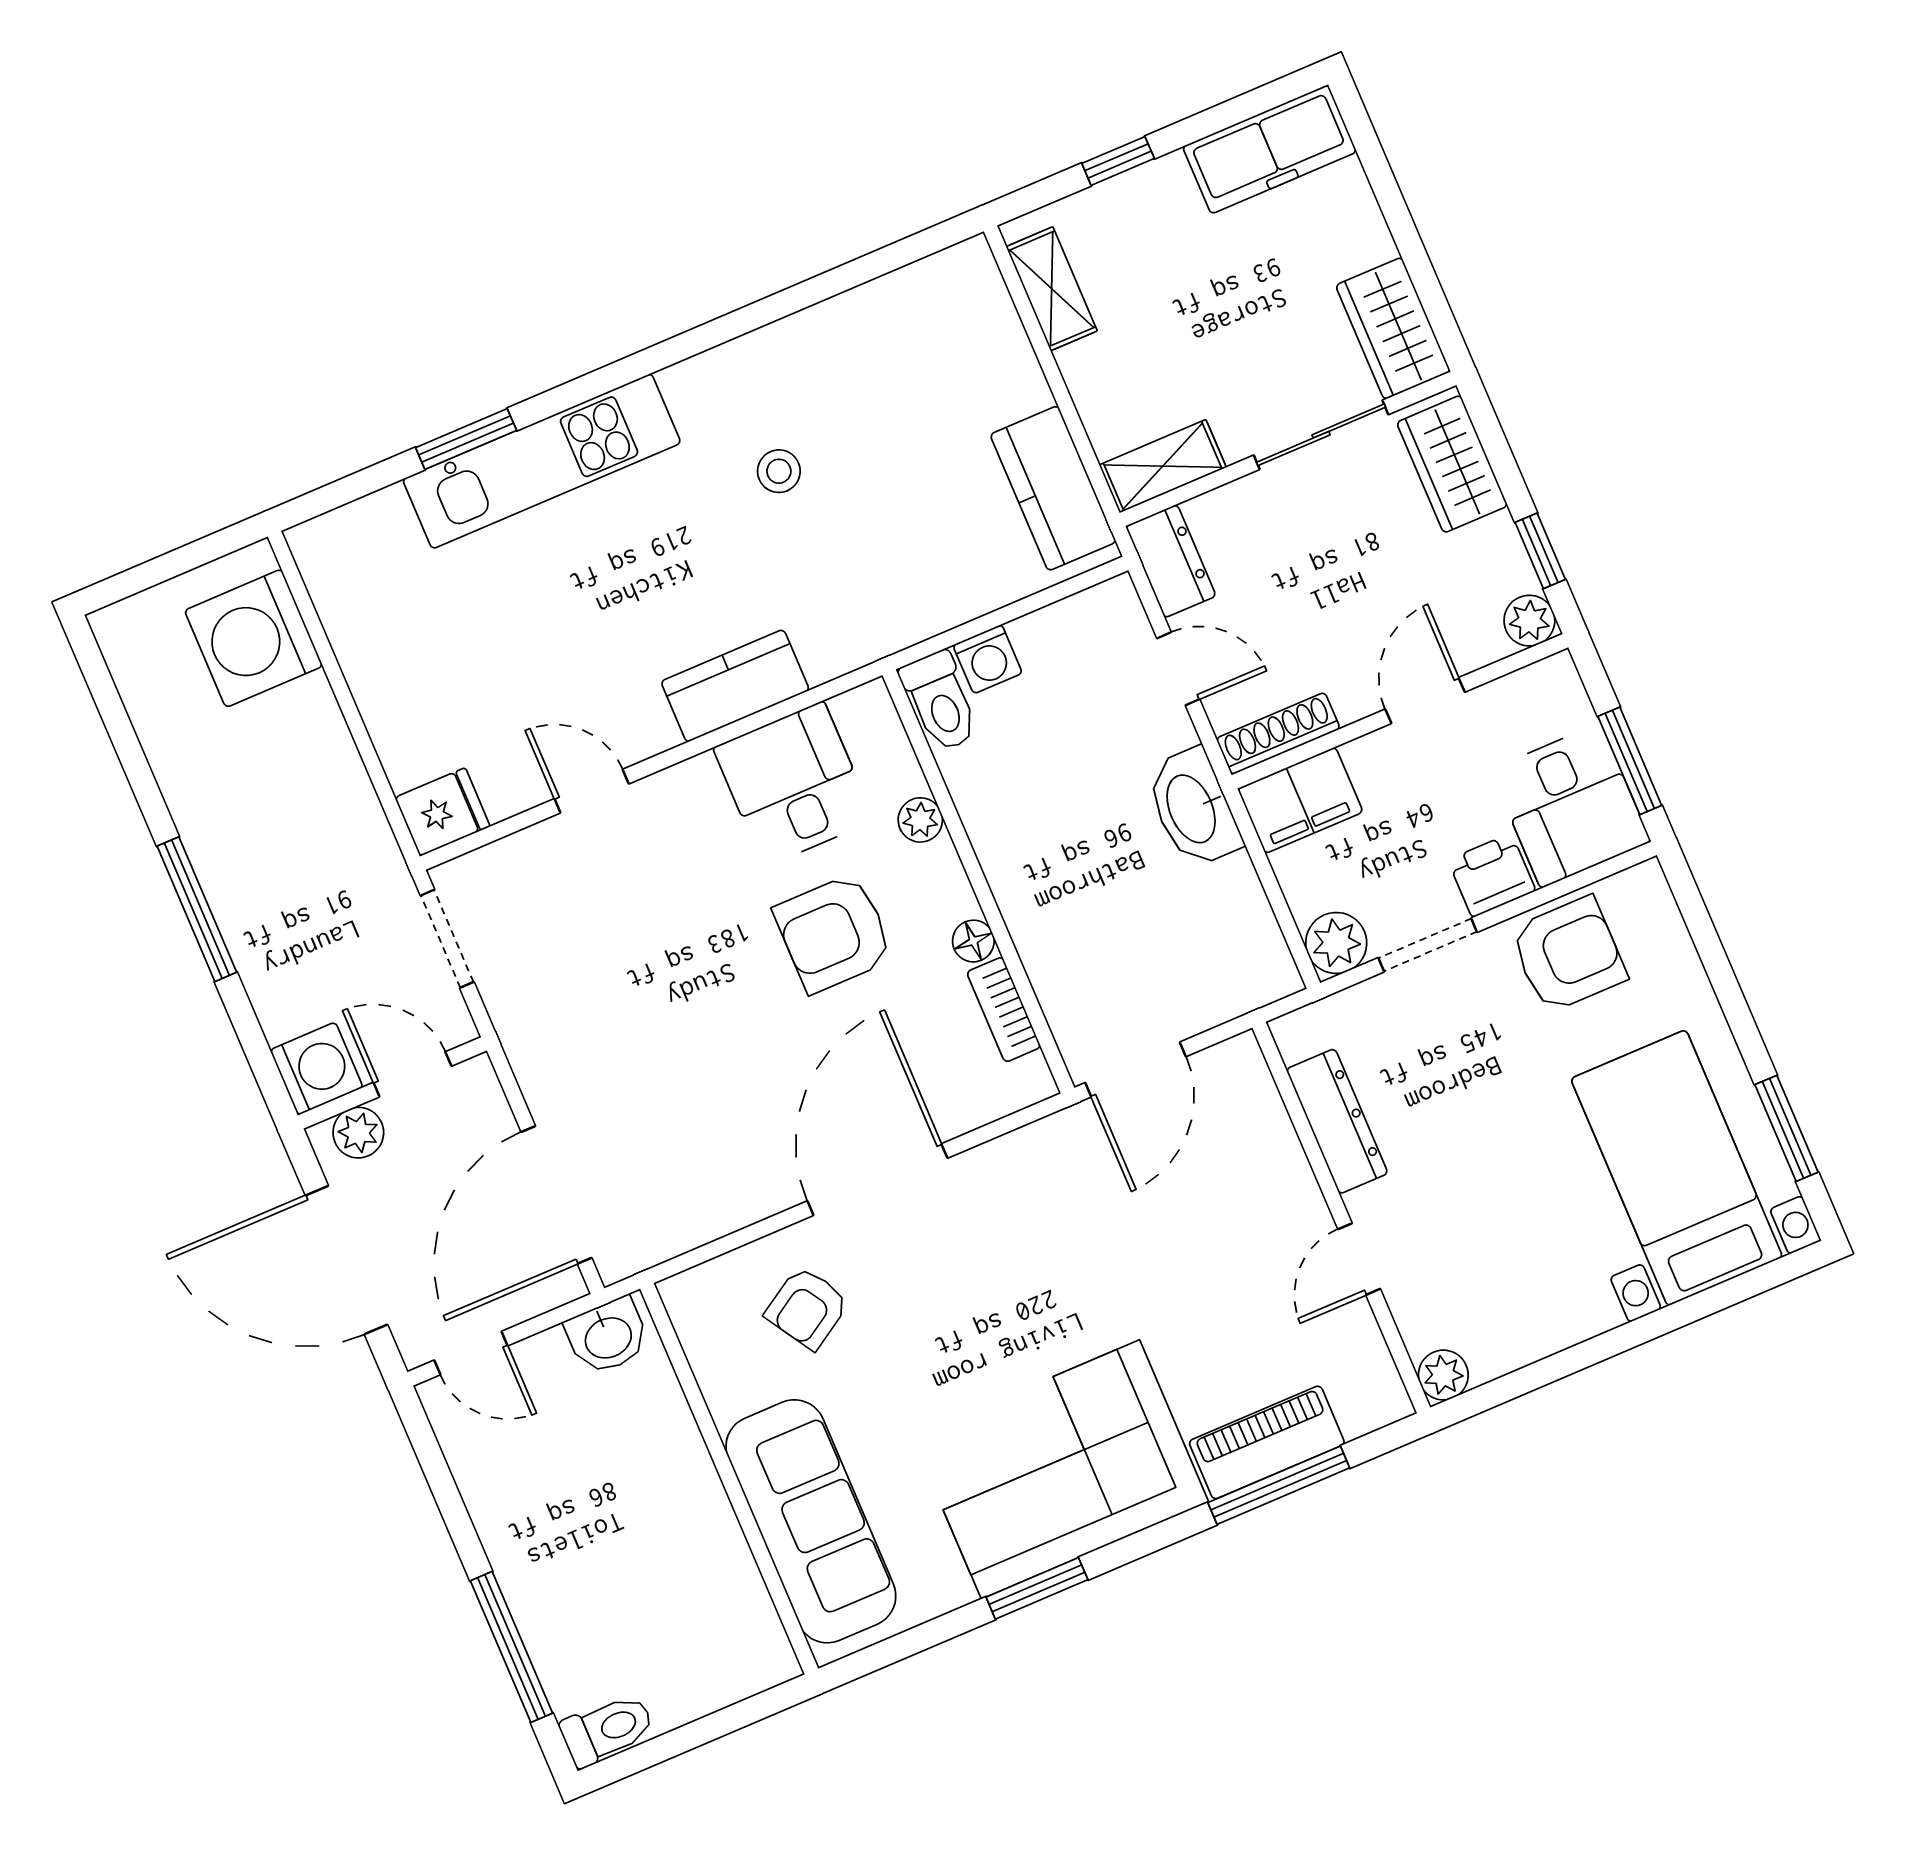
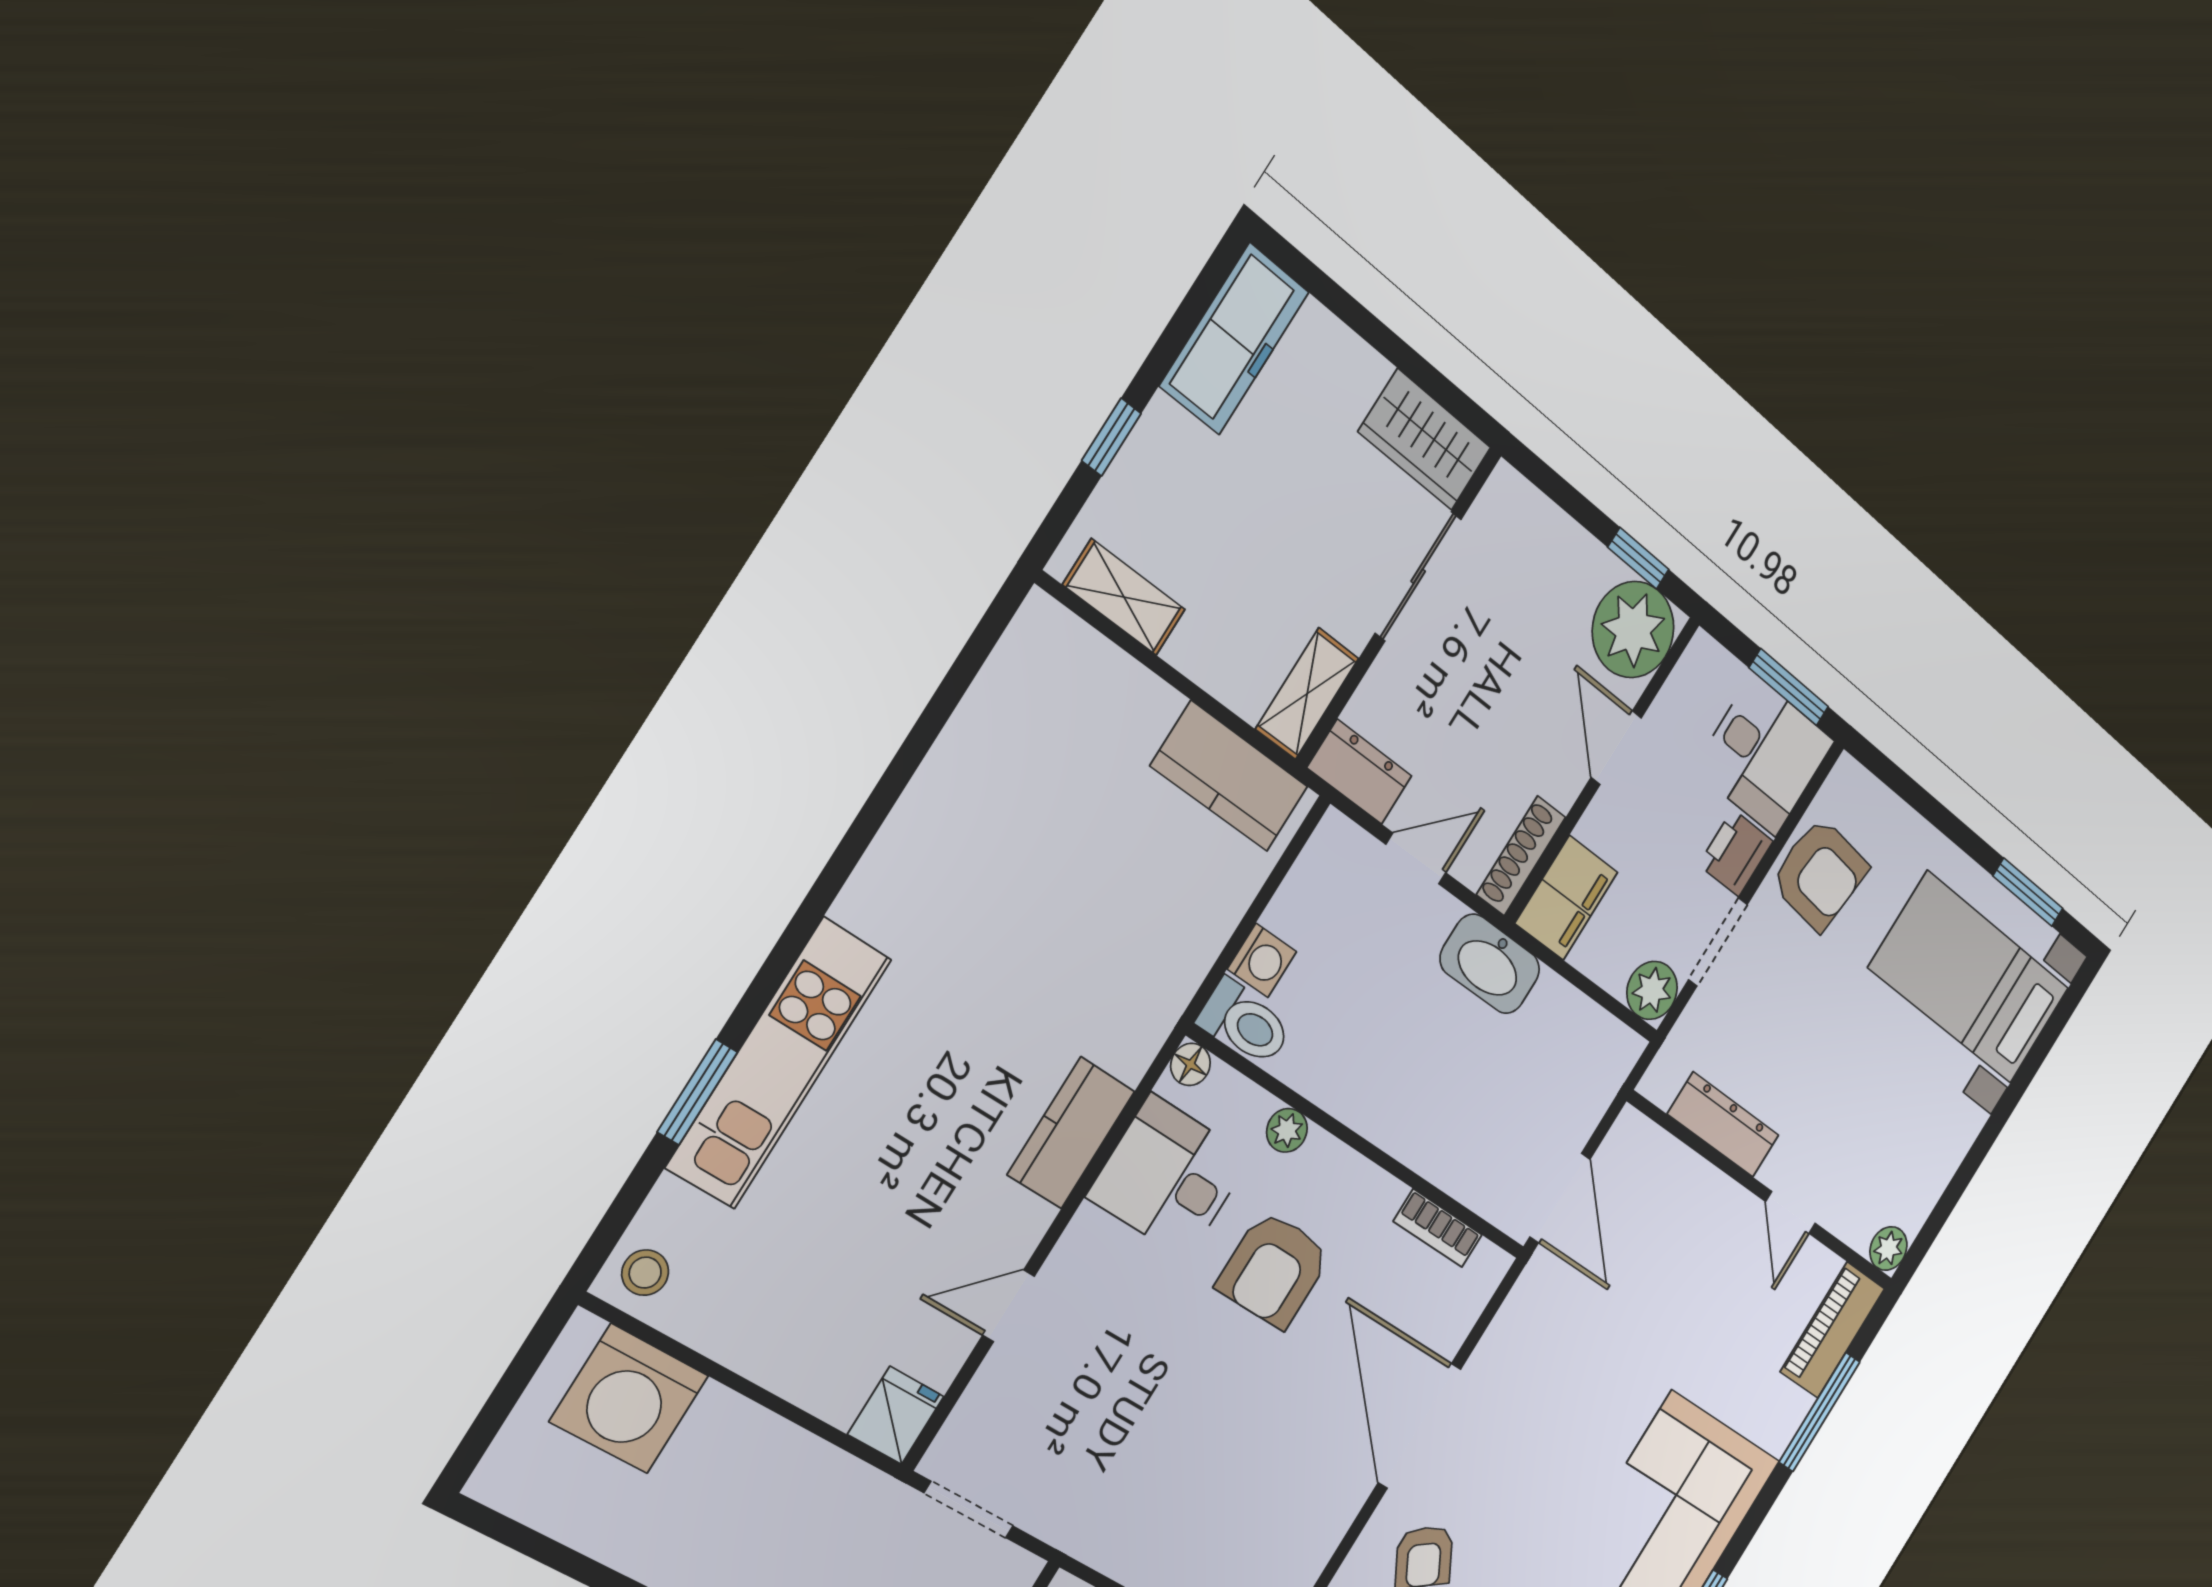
wardrobe: (1452, 464) -> (1534, 530), removed
stool: (779, 471) -> (645, 1273), moved
plant: (1529, 621) -> (1633, 630), width x1.88, depth x1.88
floor lamp: (973, 941) -> (1190, 1064), moved
armchair: (1568, 955) -> (1820, 874), turned 96
piano: (1267, 1442) -> (1833, 1330), moved

